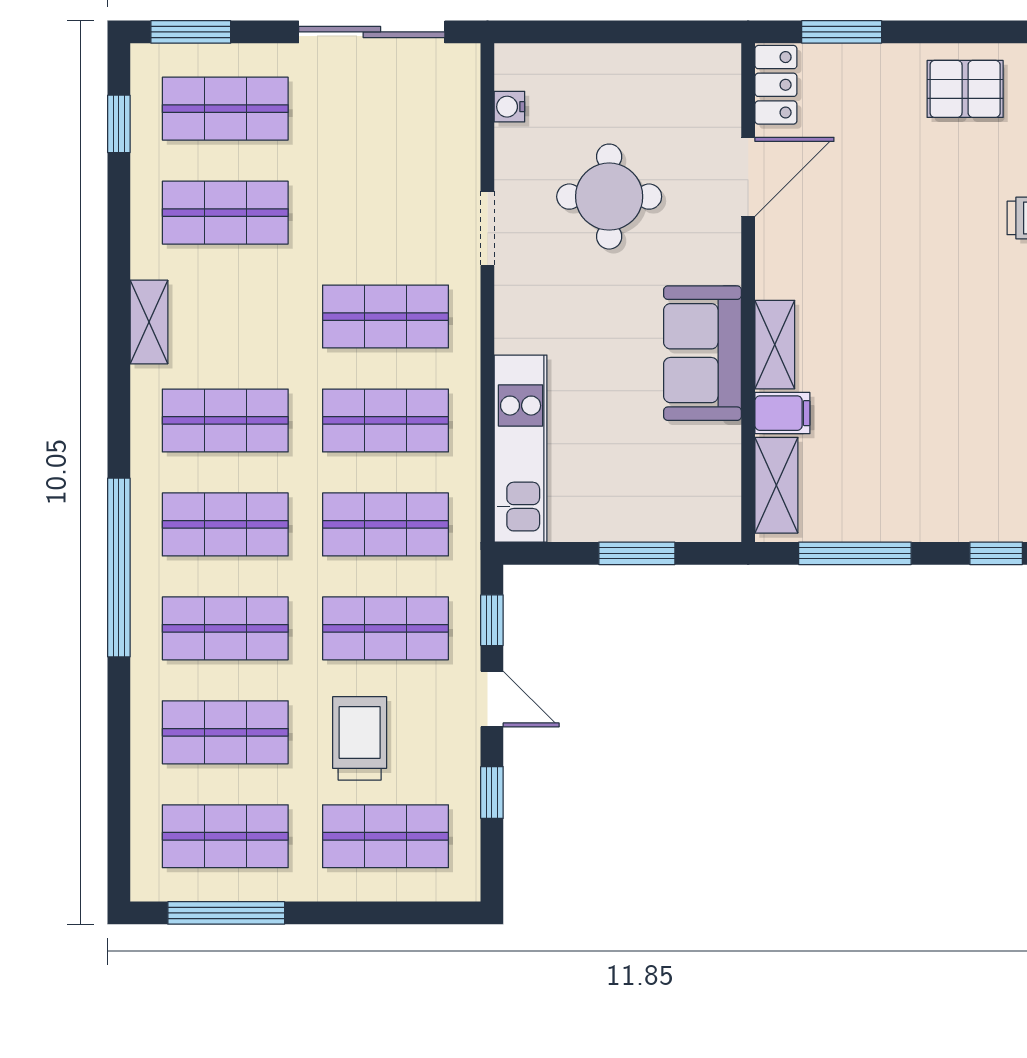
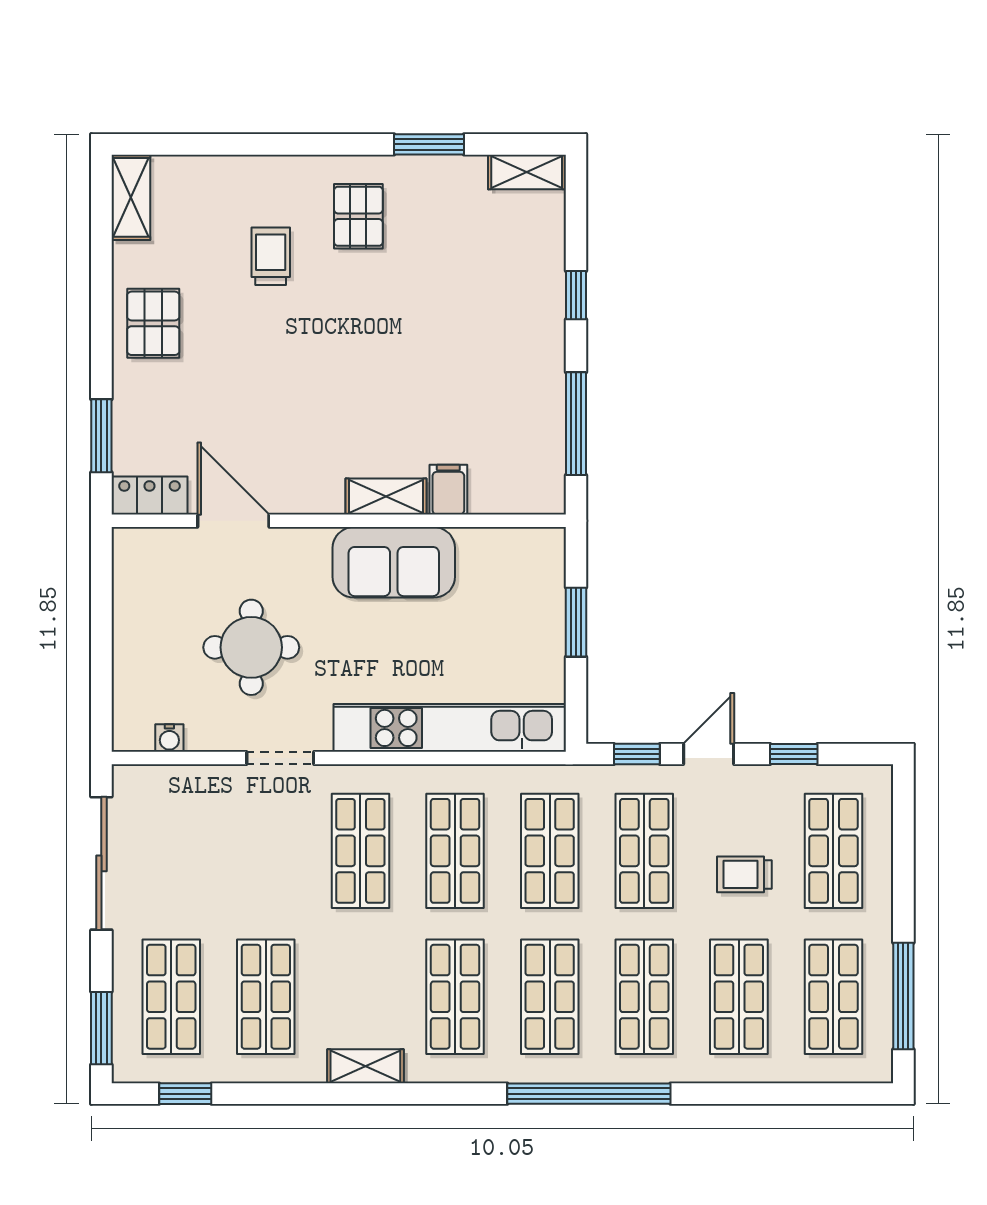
kitchen unit: (521, 449) -> (450, 728), width x1.36
shelving: (776, 485) -> (514, 495), removed
trolley: (360, 738) -> (744, 874), width x0.73, depth x0.72

